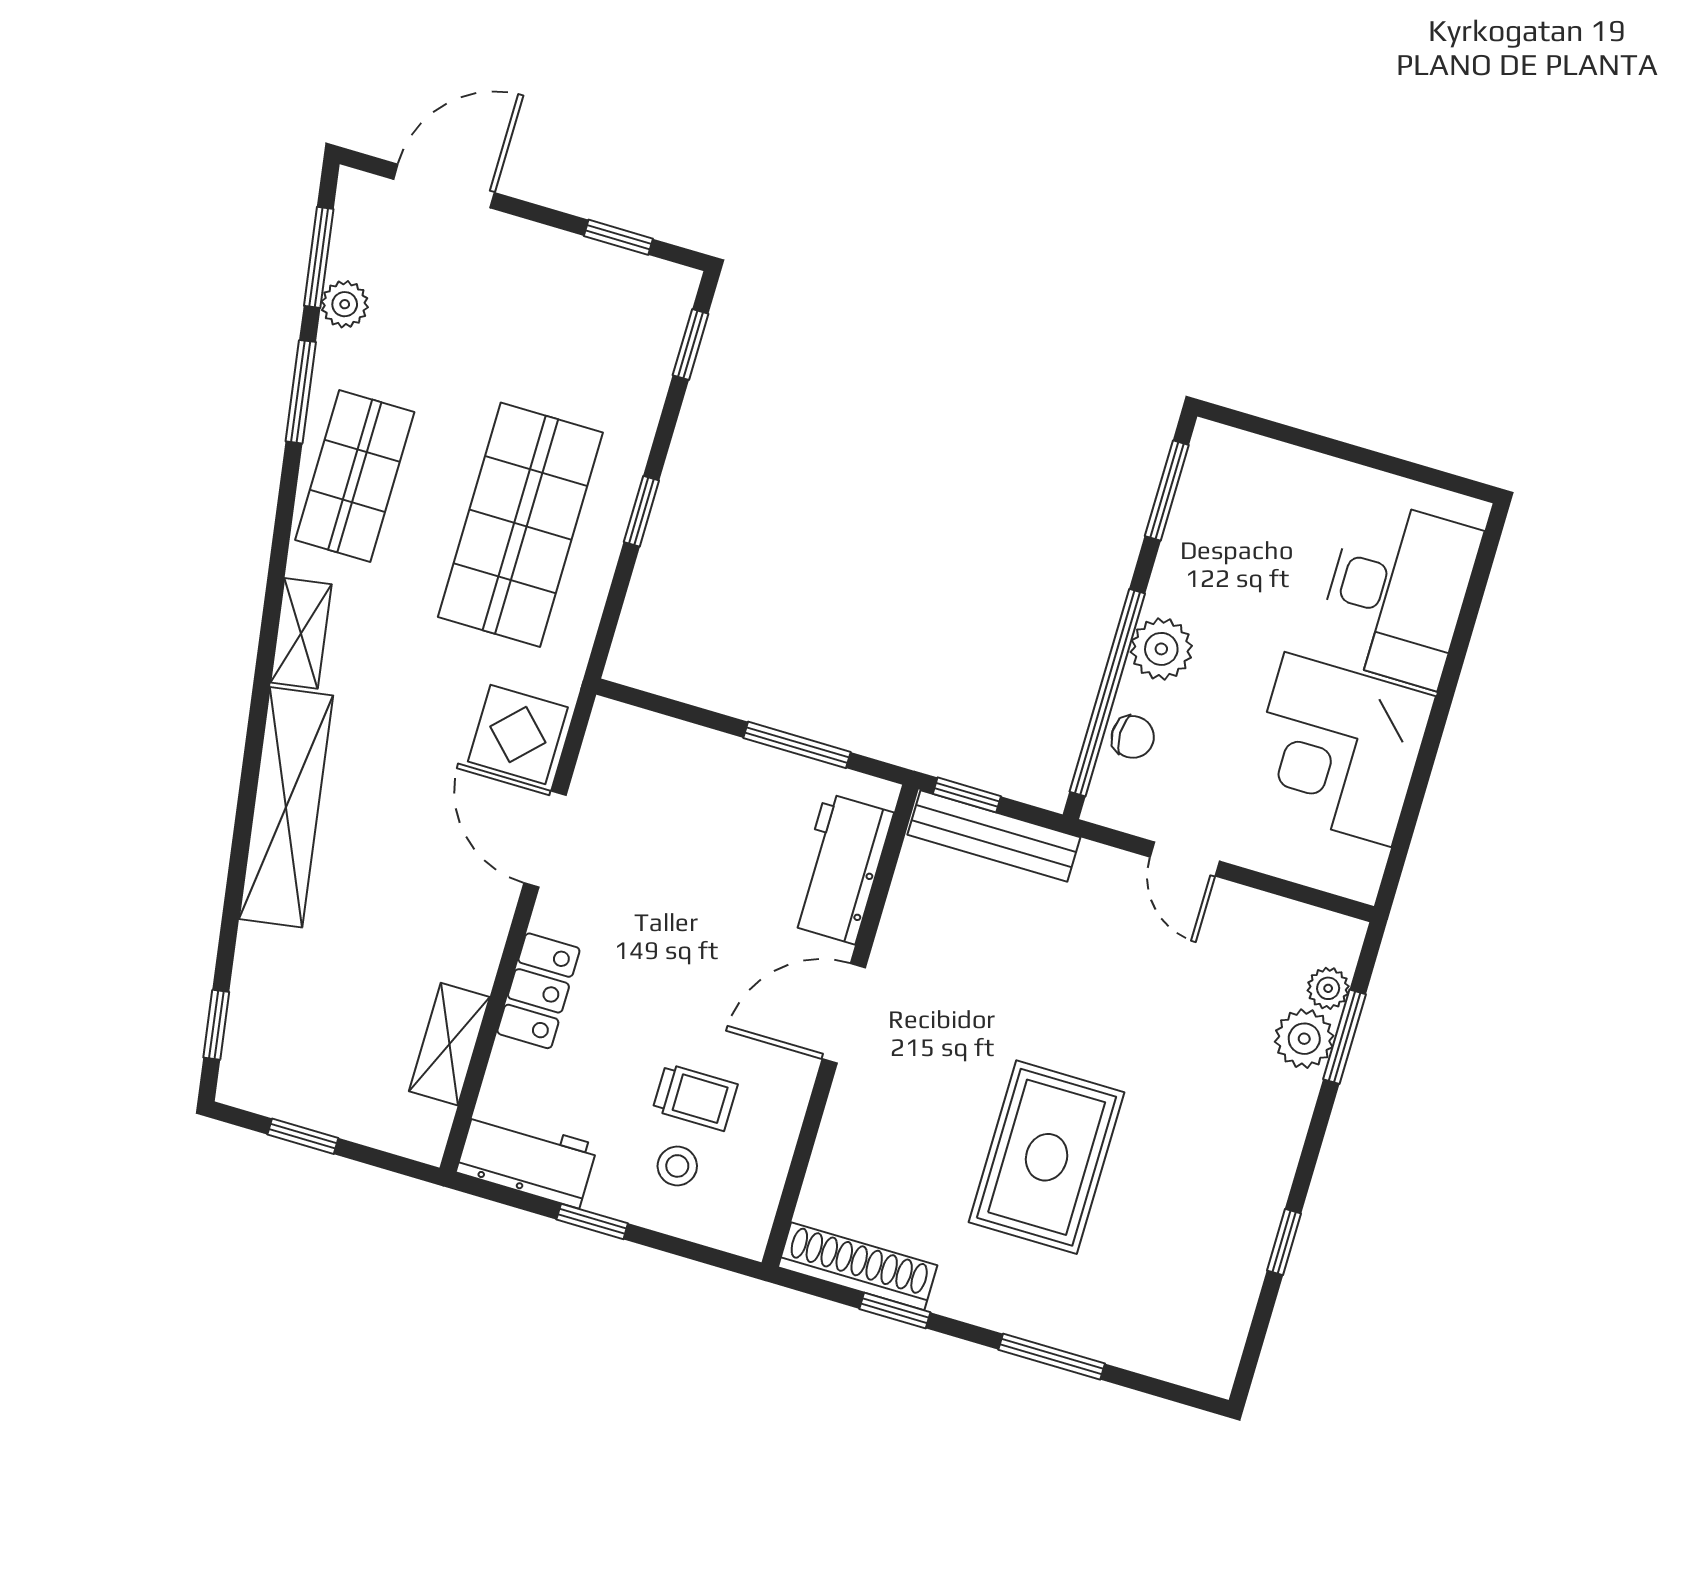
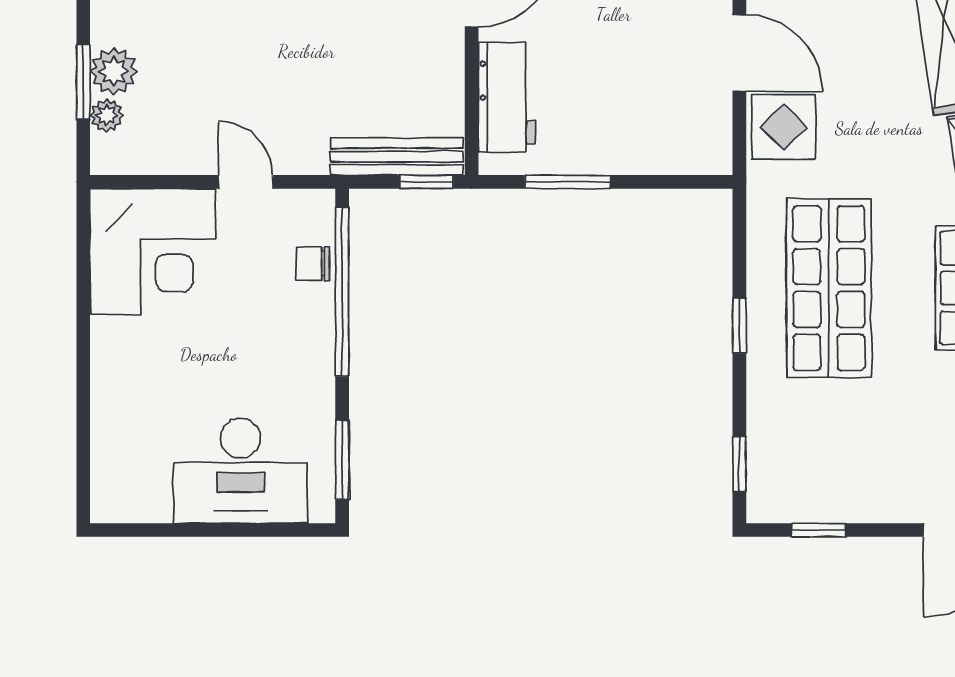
desk: (1398, 593) -> (240, 471), moved, turned -90
plant: (1161, 649) -> (311, 337), removed
corner desk: (1338, 749) -> (153, 252), moved, turned 90

